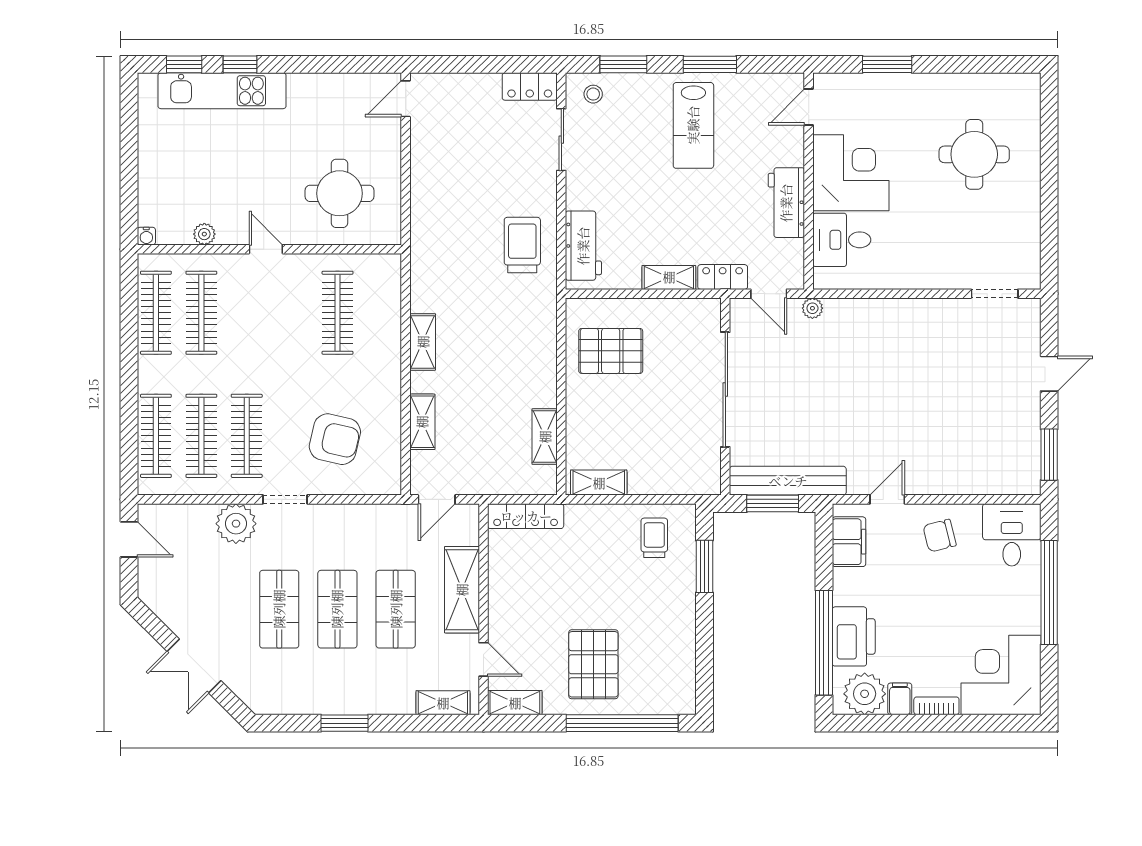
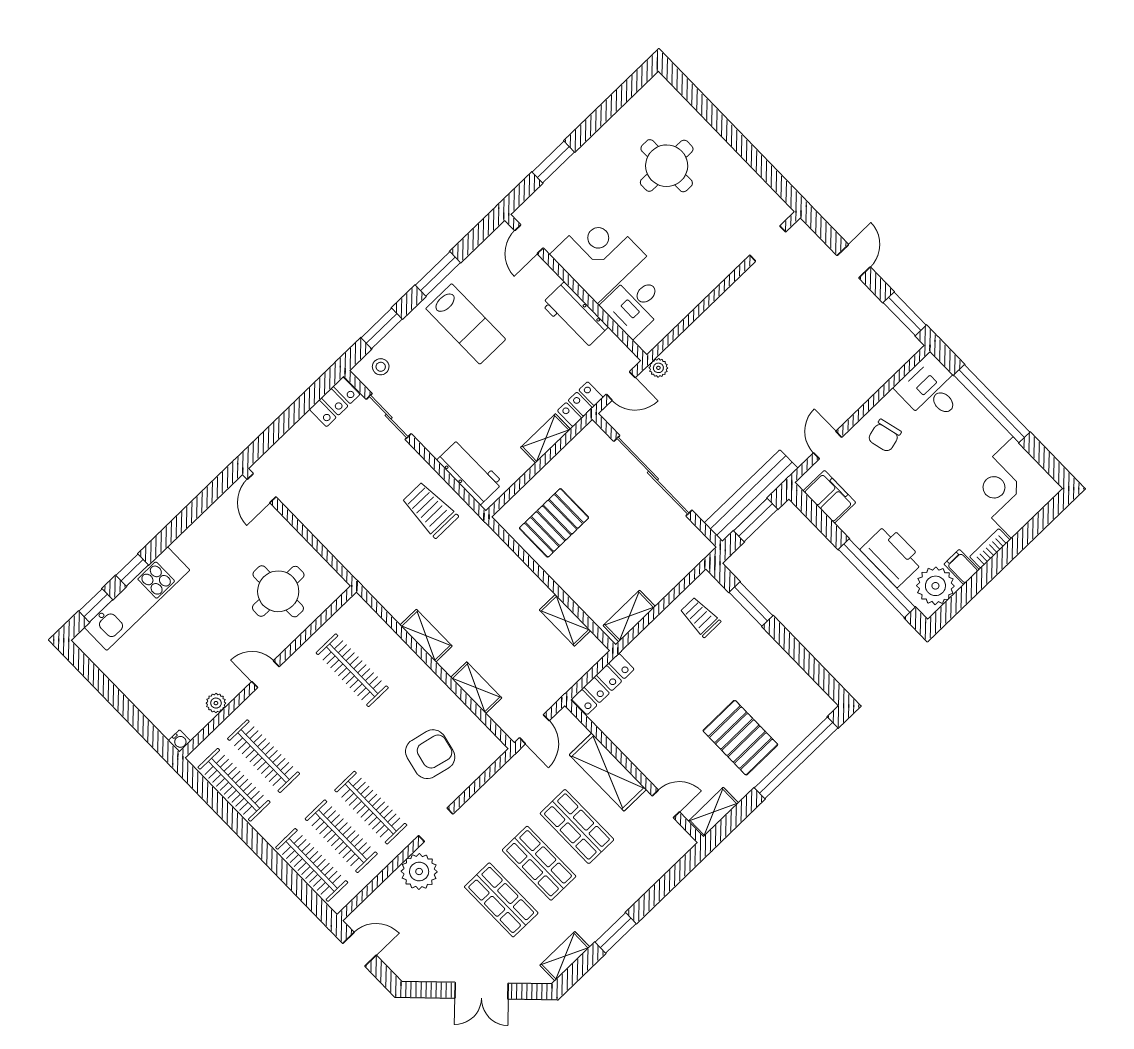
shelving: (443, 703) -> (565, 956), moved

